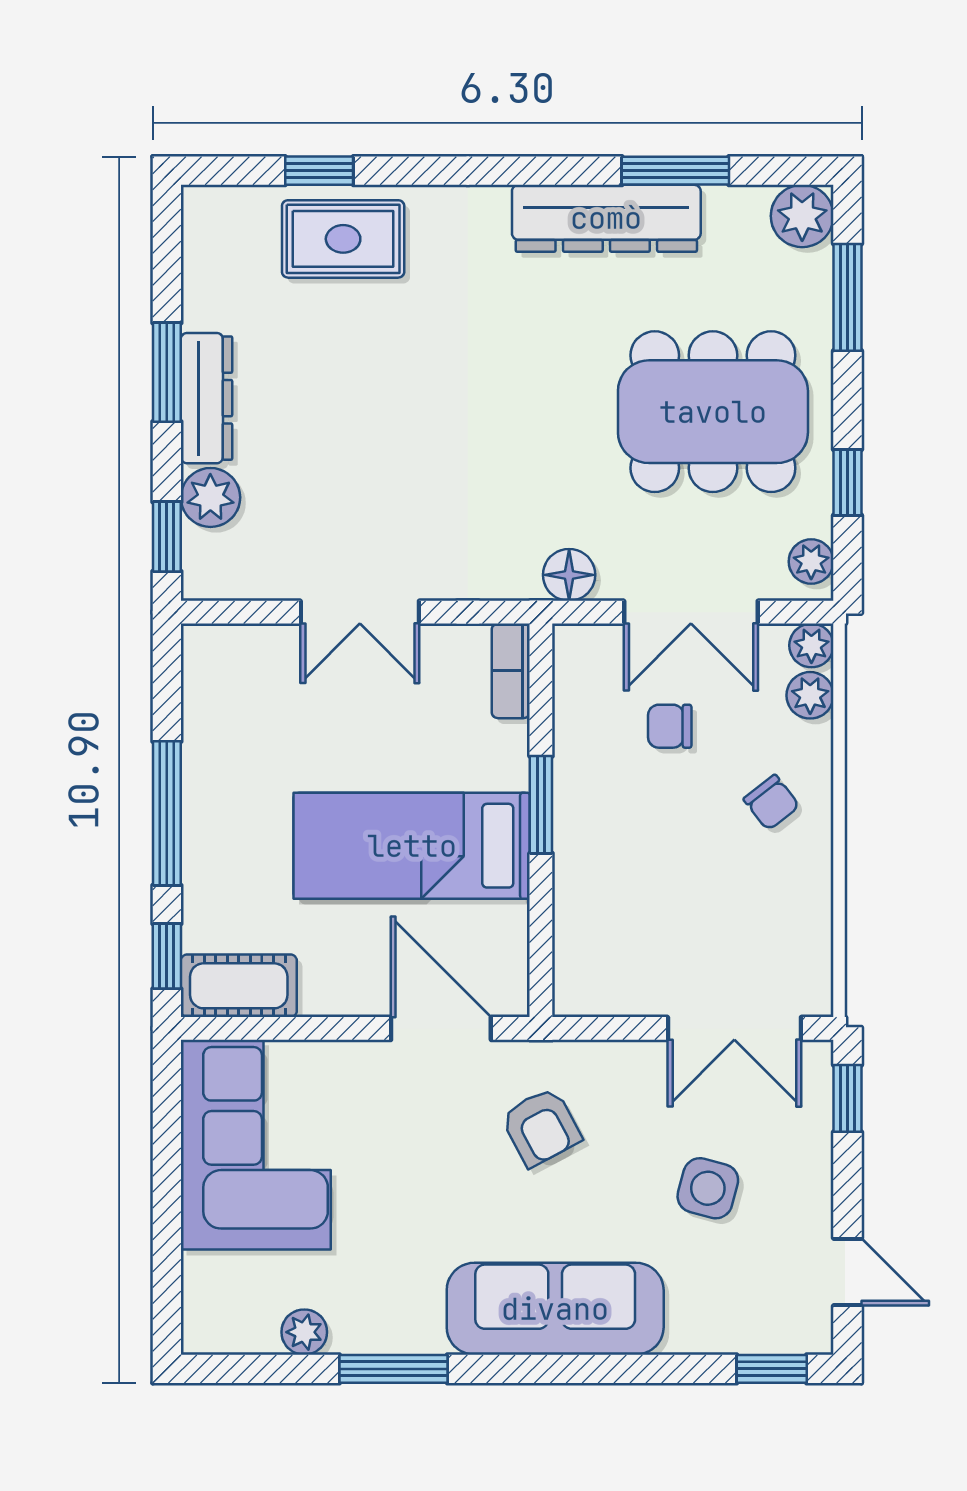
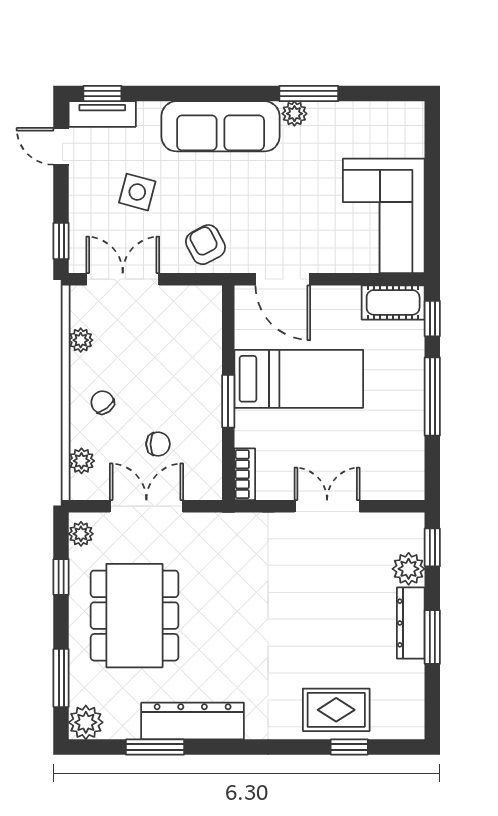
dining table: (713, 412) -> (134, 616), turned 90
floor lamp: (569, 575) -> (213, 527), removed
plant: (811, 645) -> (81, 340), moved
armchair: (541, 1127) -> (205, 245), moved
tv unit: (772, 1331) -> (102, 114), added
plant: (304, 1332) -> (294, 114), moved

